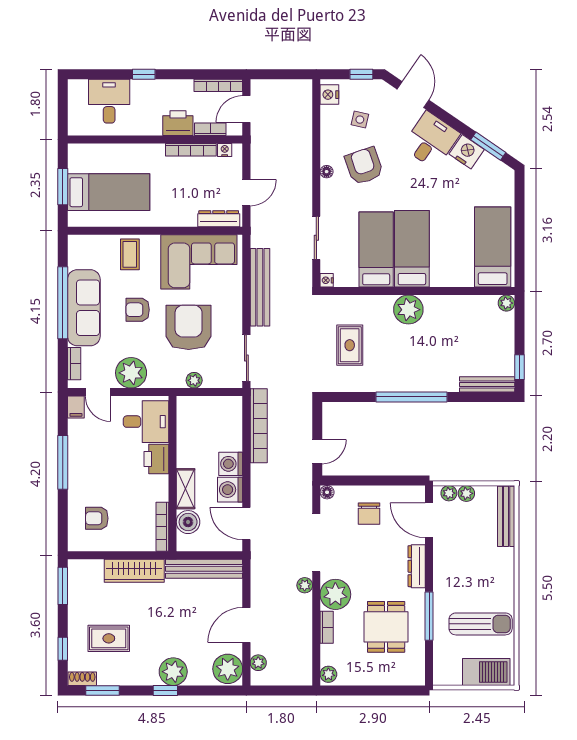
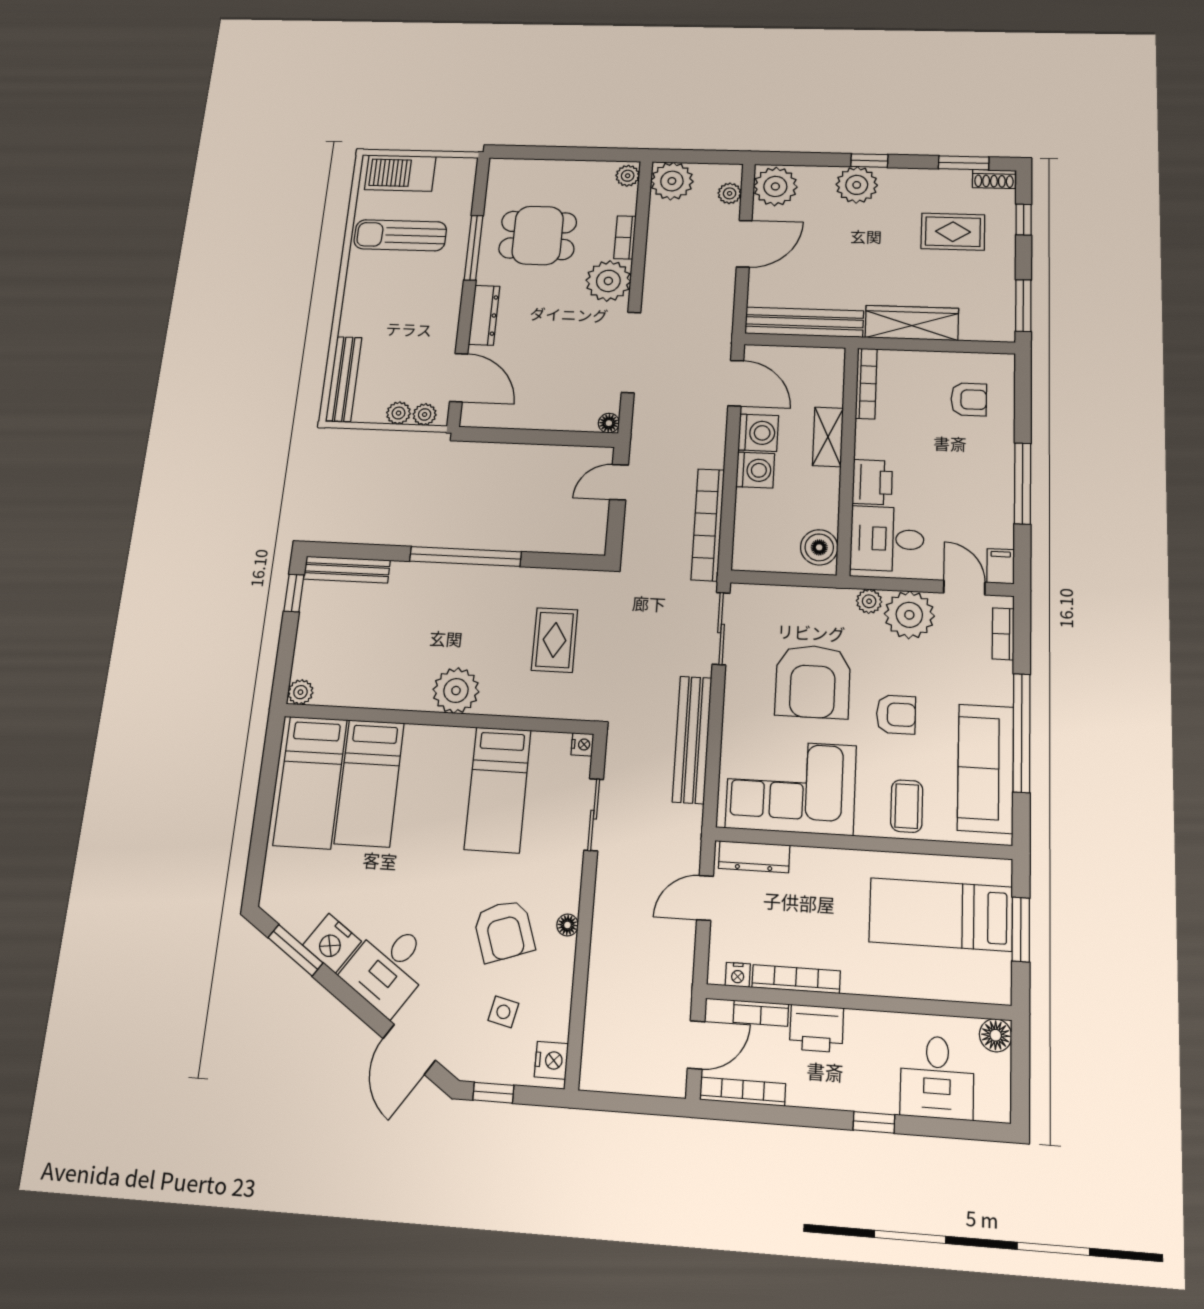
floor lamp: (77, 126) -> (996, 1035), added
bed: (412, 249) -> (369, 783), moved
sofa: (84, 308) -> (986, 768), moved
plant: (194, 380) -> (869, 601), moved
chair: (369, 514) -> (548, 390), removed
boiler: (188, 522) -> (819, 547), moved
plant: (305, 585) -> (672, 181), moved, width x1.88, depth x1.88
dining table: (386, 627) -> (538, 235), turned 90

